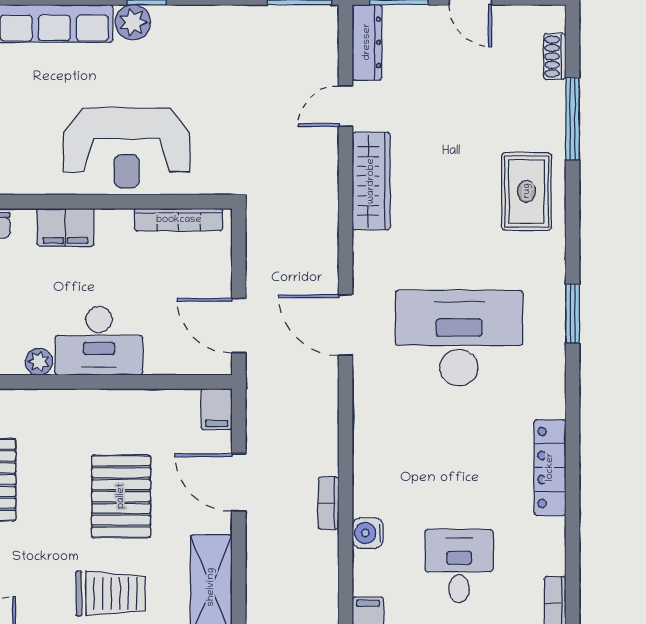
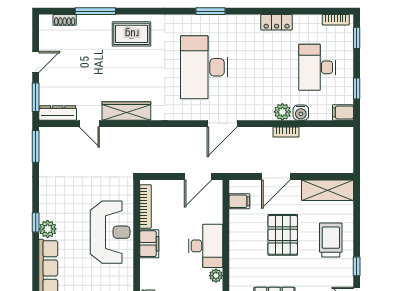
filing cabinet: (65, 227) -> (149, 244), moved
window: (573, 314) -> (211, 11), moved
door: (346, 325) -> (222, 124), moved
filing cabinet: (217, 409) -> (239, 201), moved
locker: (550, 467) -> (277, 22), width x0.66
pallet: (121, 496) -> (283, 235), turned 90
plant: (369, 496) -> (282, 112), added
desk: (459, 566) -> (317, 67), width x1.37

